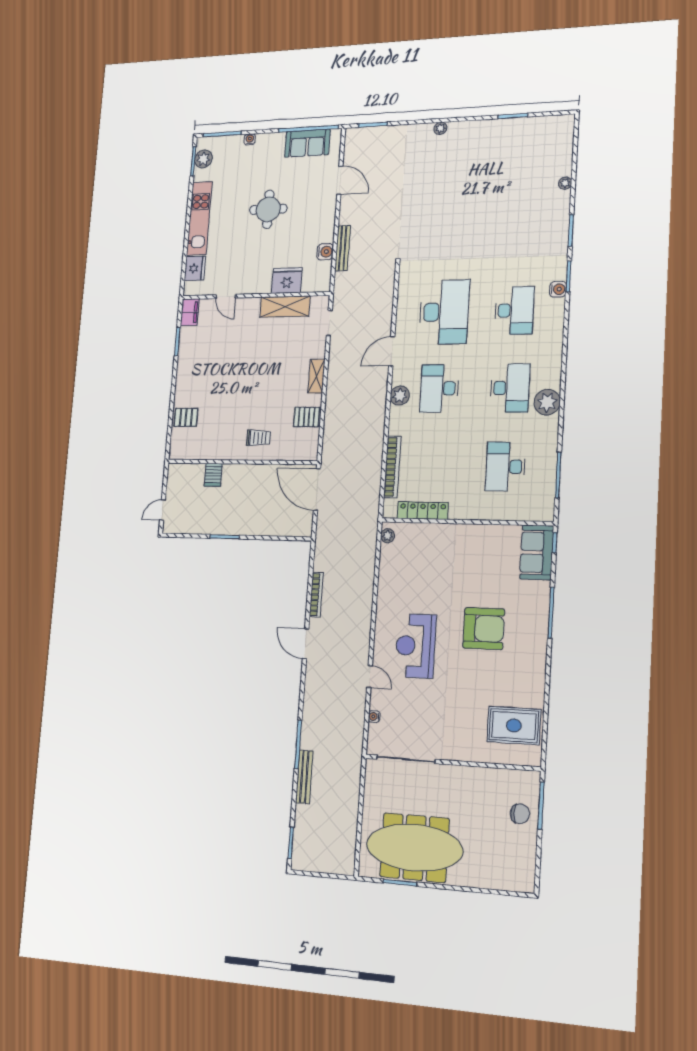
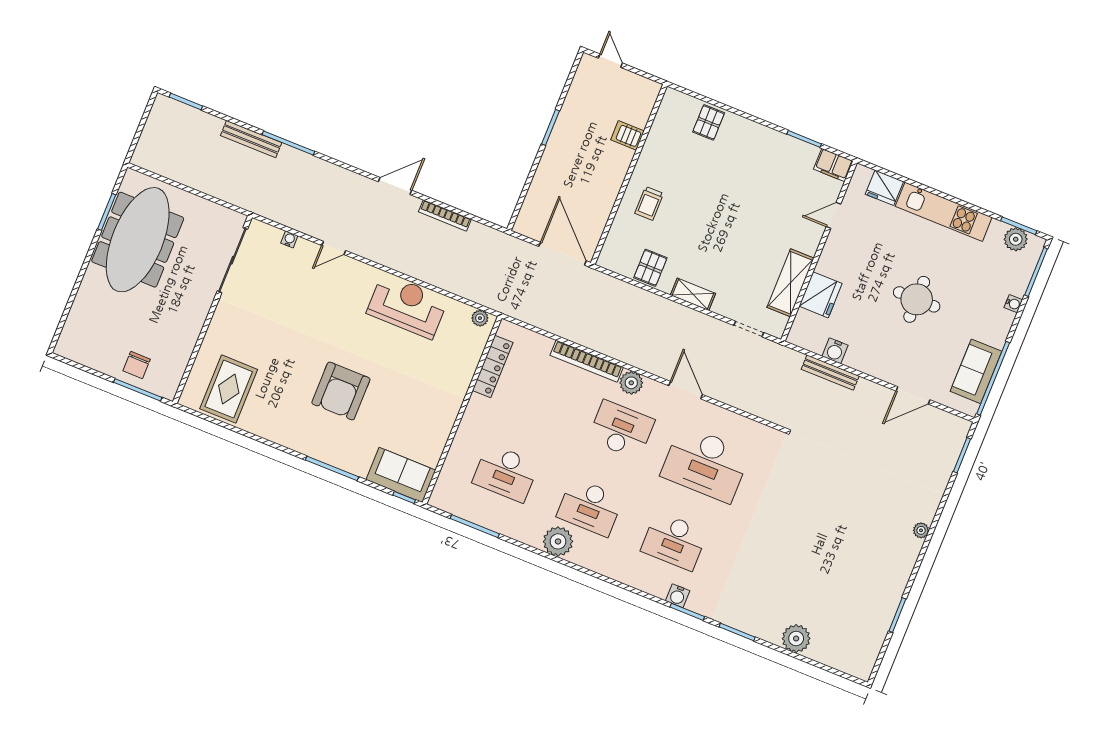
plant: (565, 183) -> (796, 638), width x1.87, depth x1.87
bookcase: (392, 467) -> (587, 361), moved
desk: (505, 467) -> (506, 473), turned 180
door: (317, 490) -> (562, 254), hinge flipped
reception desk: (416, 646) -> (407, 306), moved

